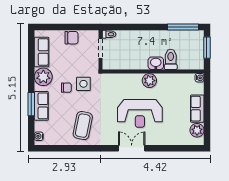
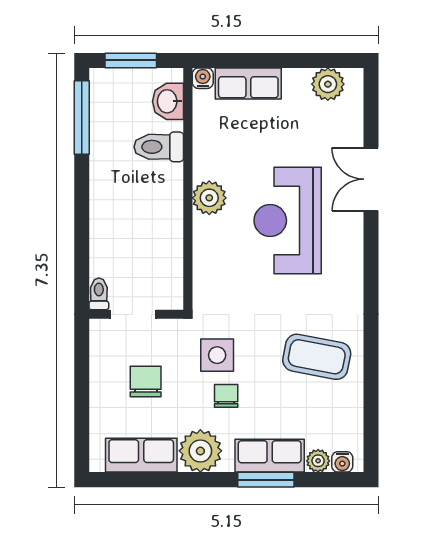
chair: (72, 38) -> (146, 381), moved
washbasin: (156, 63) -> (168, 101), moved
row of seats: (197, 109) -> (248, 83), moved
reception desk: (140, 113) -> (288, 220), turned 180
plant: (39, 126) -> (318, 461), added
double door: (132, 148) -> (371, 179), moved

